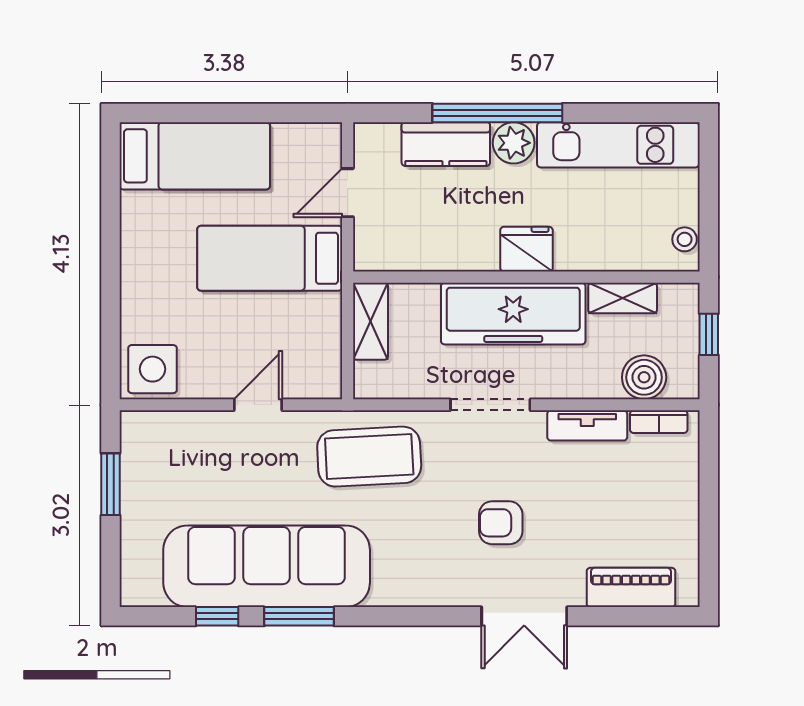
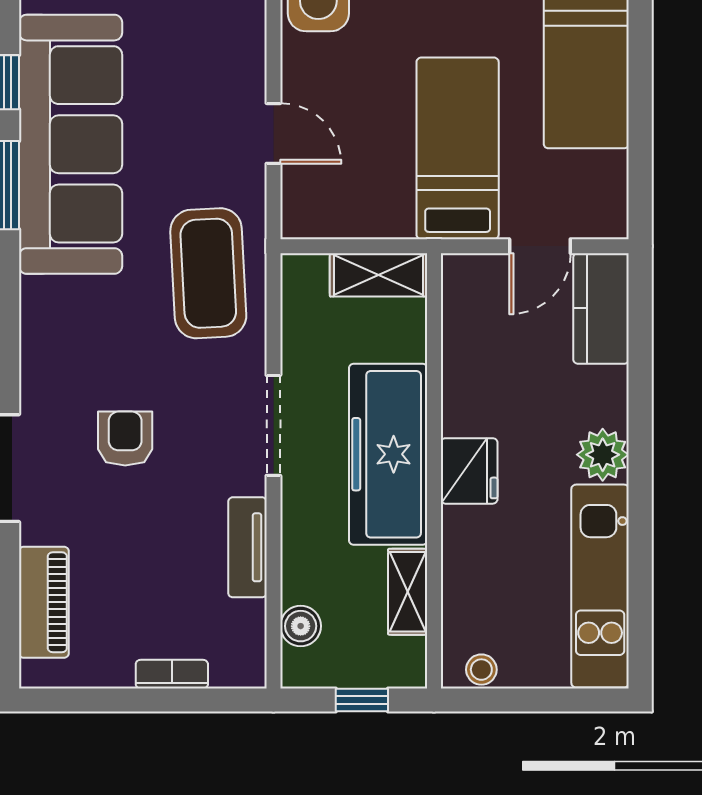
window: (497, 113) -> (640, 434), removed
kitchen counter: (446, 144) -> (601, 308), moved
door: (348, 193) -> (540, 246), swing flipped
boiler: (644, 377) -> (301, 626), width x0.73, depth x0.73
bookcase: (659, 422) -> (172, 674), moved, turned 90

